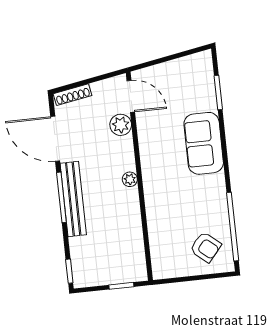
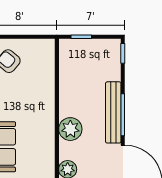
plant: (130, 179) -> (70, 129), width x1.87, depth x1.87

